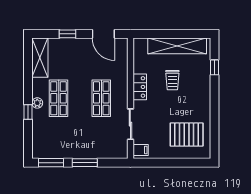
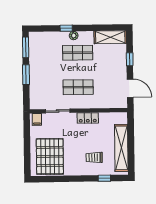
door: (103, 34) -> (130, 88), swing flipped
trolley: (172, 80) -> (94, 158), moved
pallet: (187, 135) -> (50, 156), width x1.37, depth x1.41

